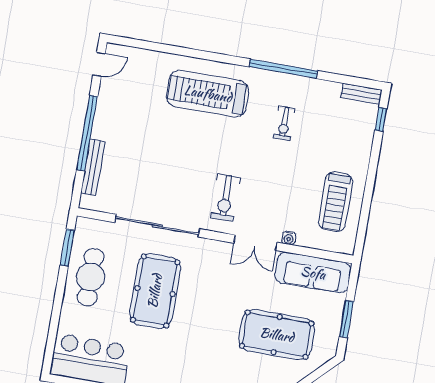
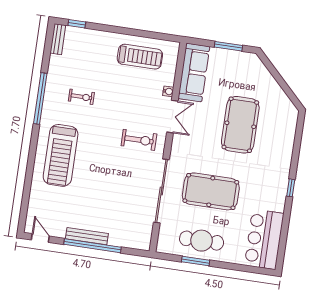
bench: (93, 167) -> (87, 236), moved
window: (67, 248) -> (196, 261), moved
pool table: (277, 335) -> (240, 125), moved

